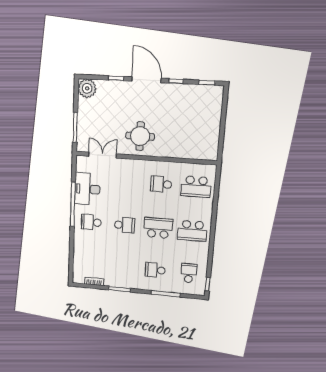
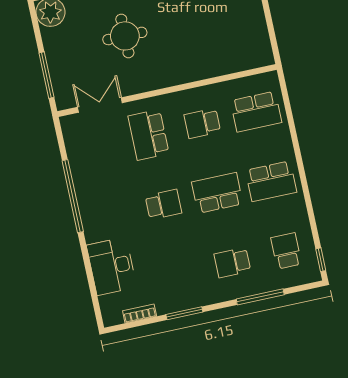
round table: (140, 136) -> (125, 36), moved
desk: (87, 189) -> (112, 266), moved
school desk: (91, 222) -> (148, 135), moved, width x1.85

